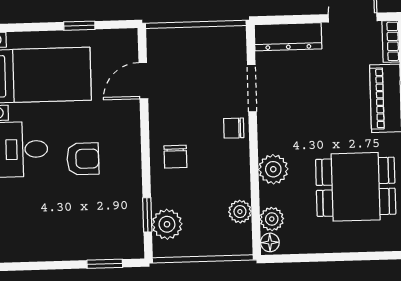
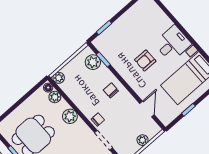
plant: (191, 38) -> (143, 140), added
plant: (240, 212) -> (59, 78), moved

